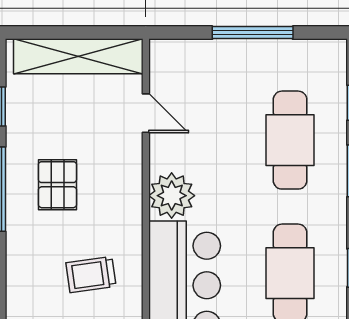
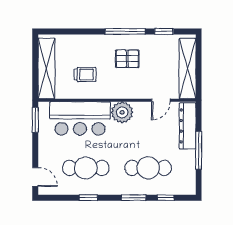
dresser: (200, 56) -> (188, 126), added
trolley: (91, 275) -> (85, 74), turned 98

